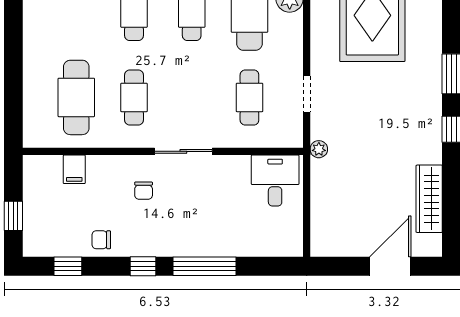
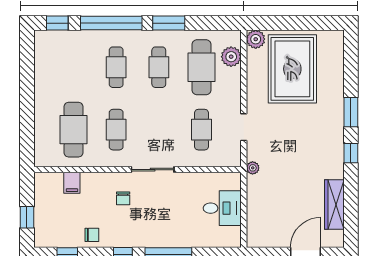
desk: (275, 181) -> (222, 208), moved, turned 90
chair: (101, 240) -> (92, 235), turned 180

